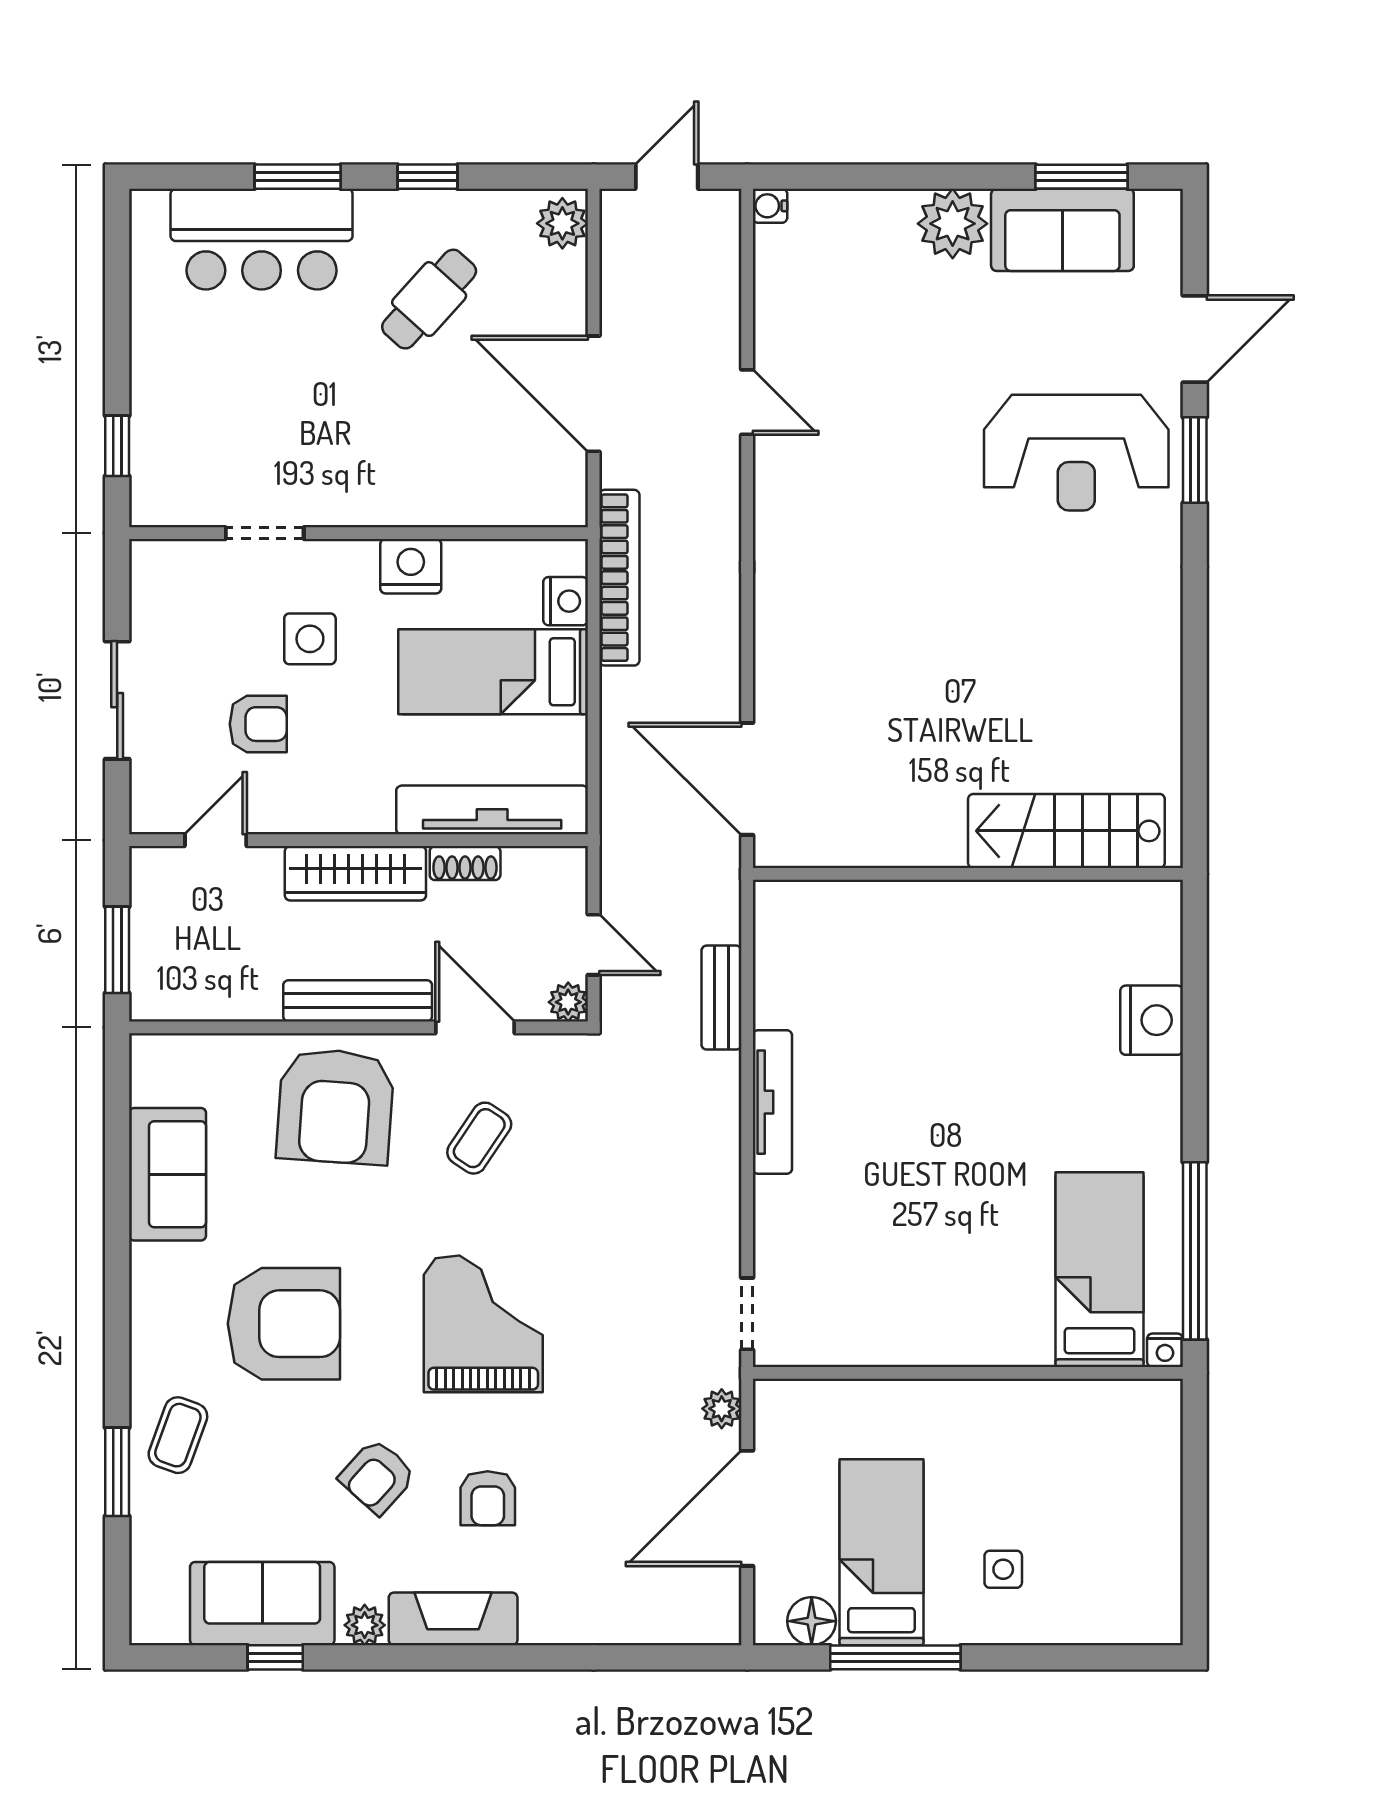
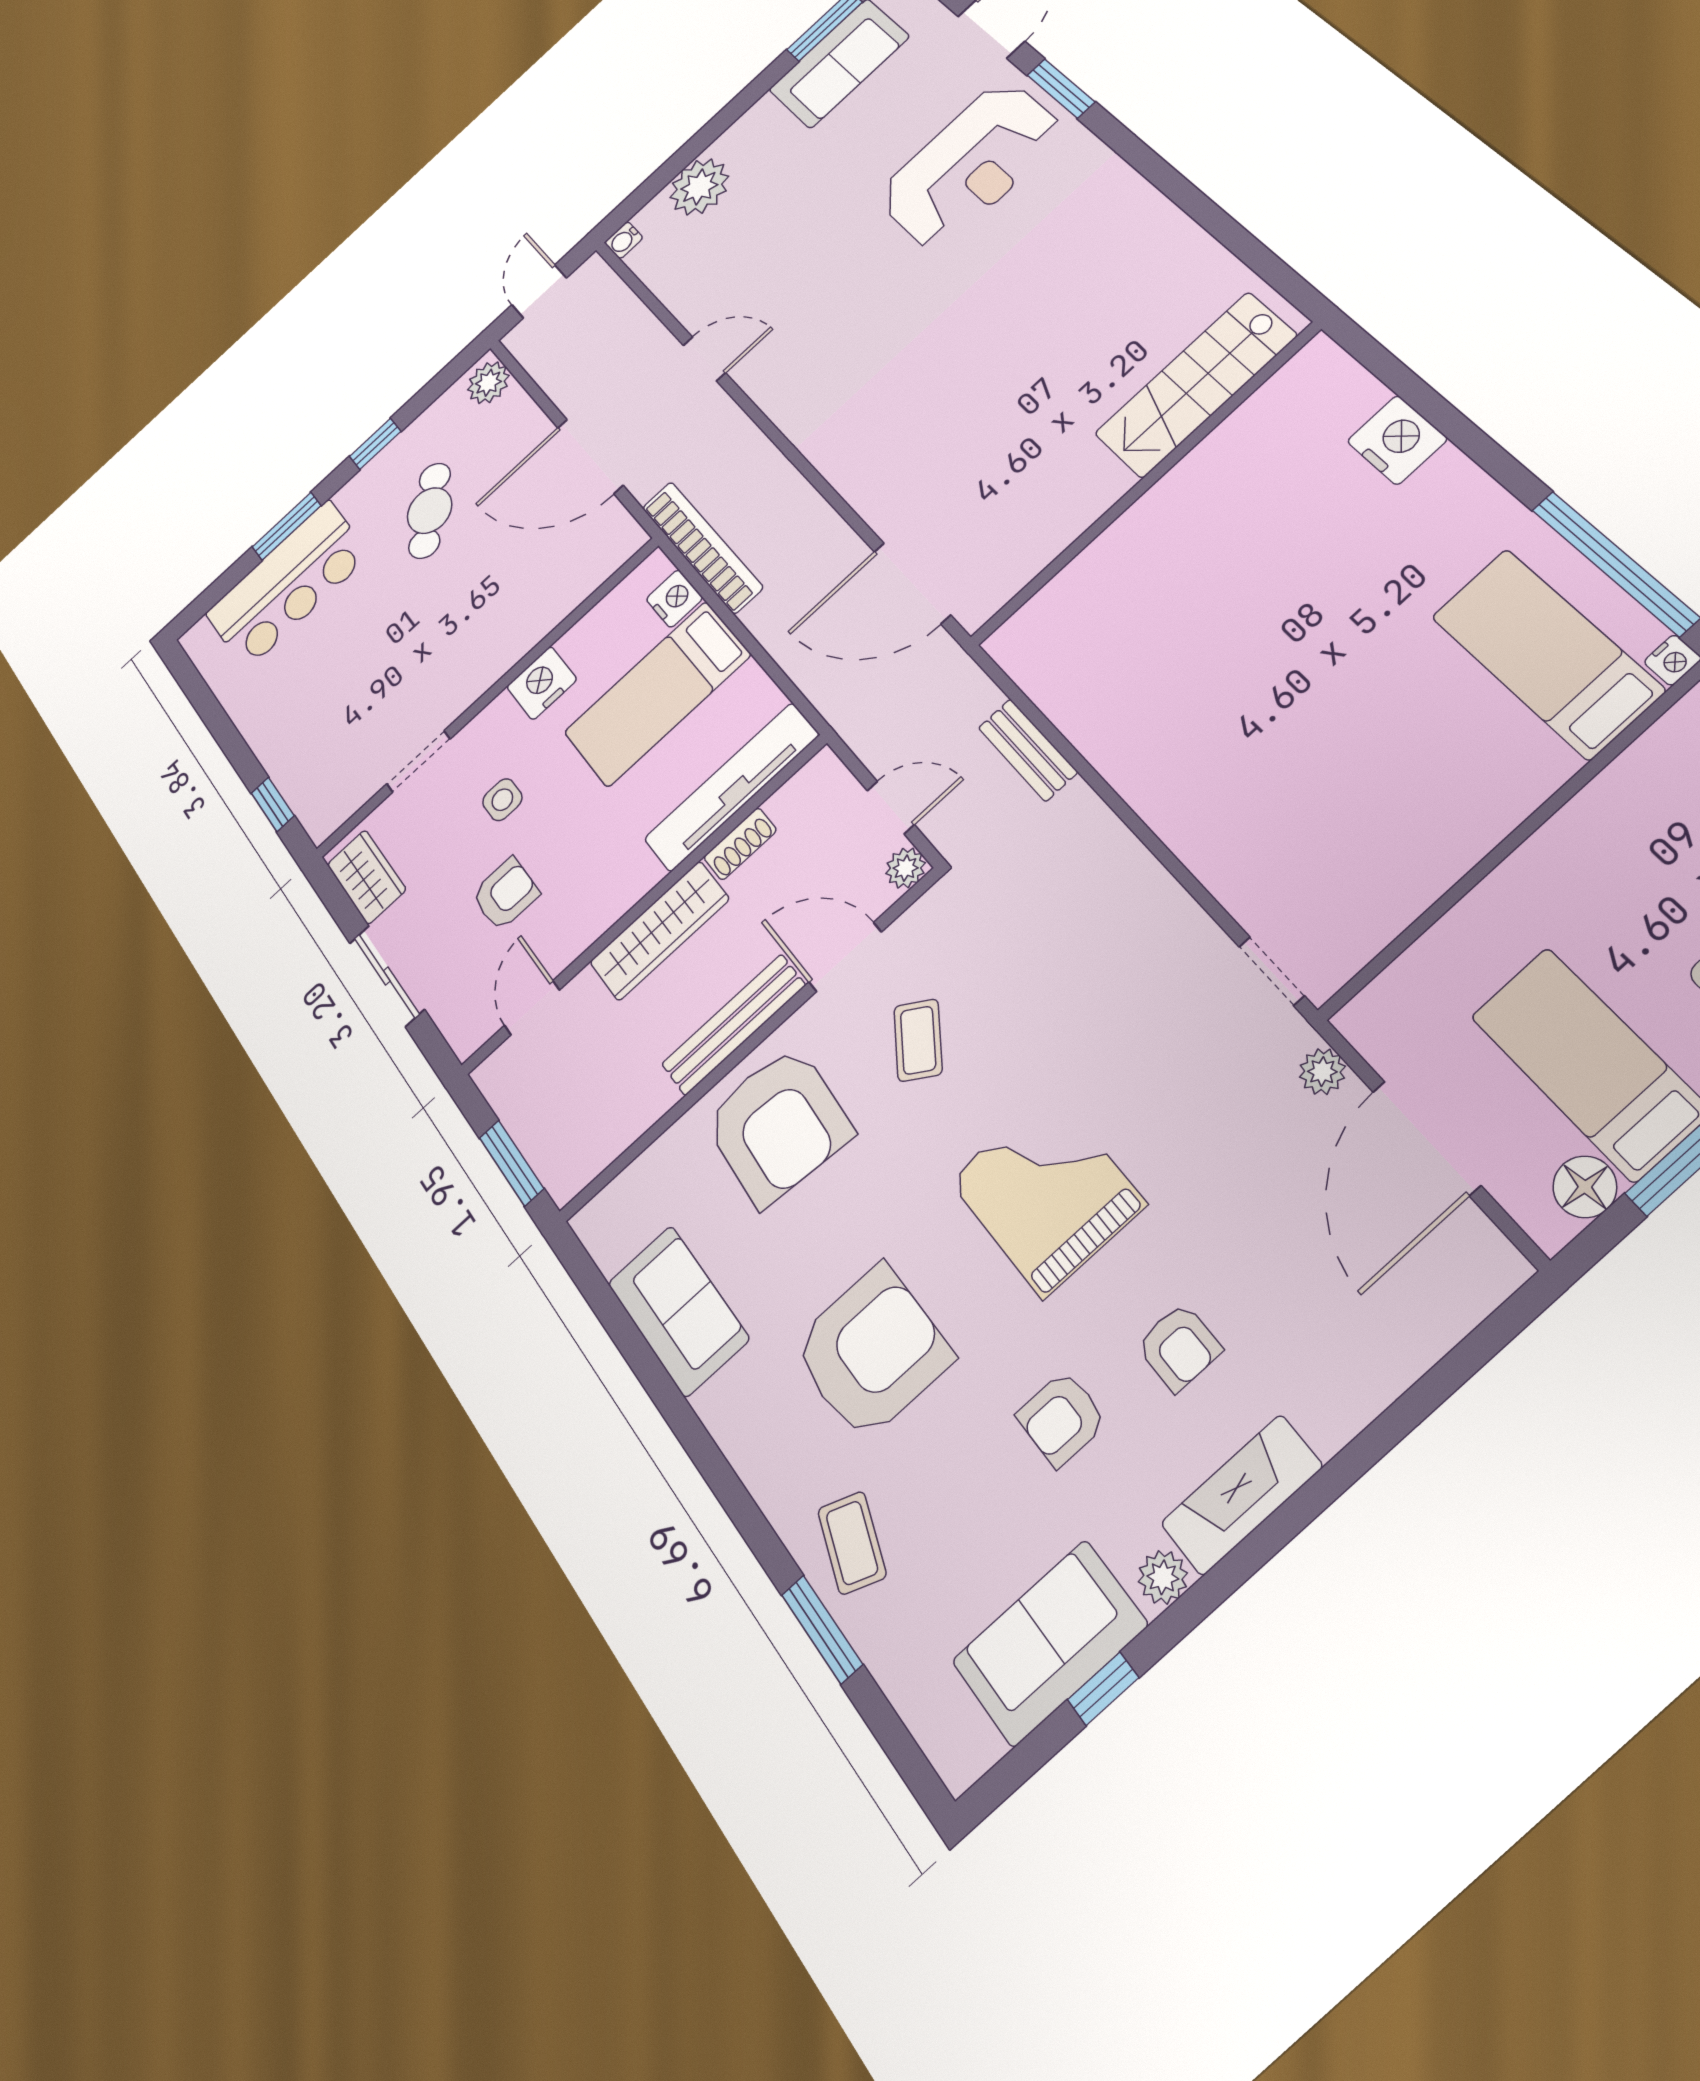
plant: (953, 224) -> (699, 187), moved
wardrobe: (155, 595) -> (367, 877), added
side table: (310, 639) -> (502, 800), width x0.73, depth x0.73
tv unit: (772, 1102) -> (1140, 787), removed
armchair: (377, 1477) -> (1062, 1418), turned 48

